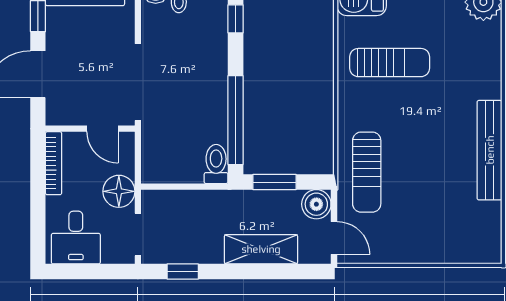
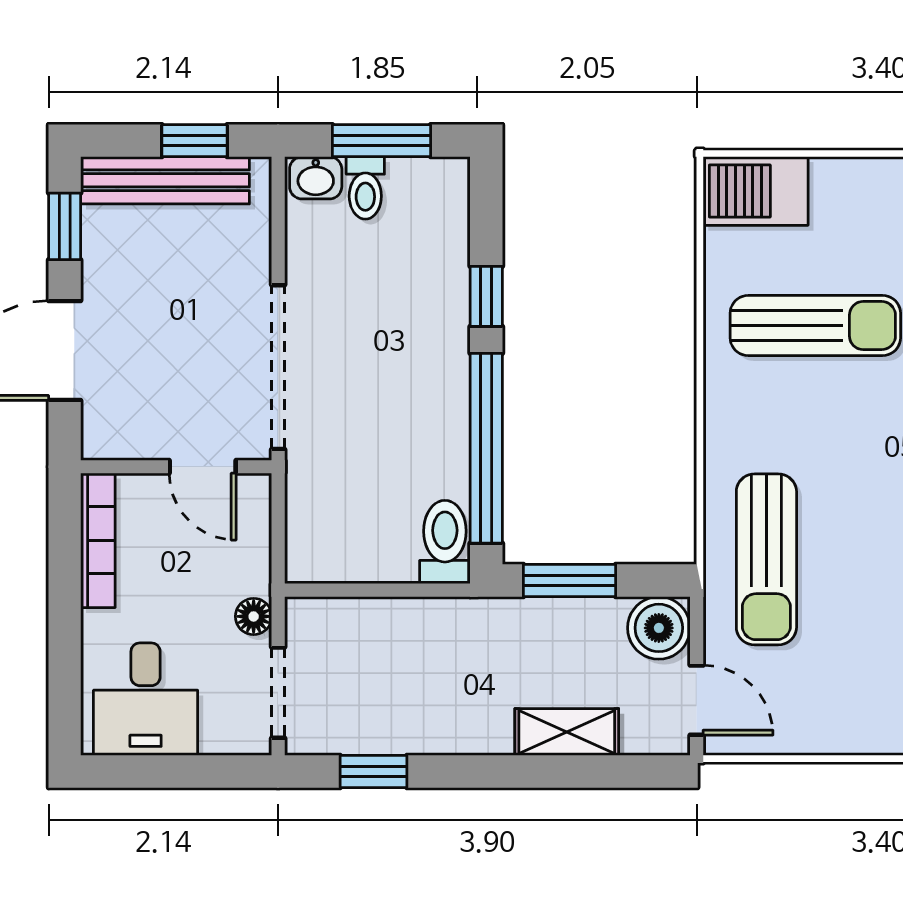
window: (235, 19) -> (486, 296), moved
floor lamp: (119, 191) -> (254, 616), width x0.53, depth x0.53
shelving: (261, 249) -> (567, 732), width x0.67, depth x0.75

